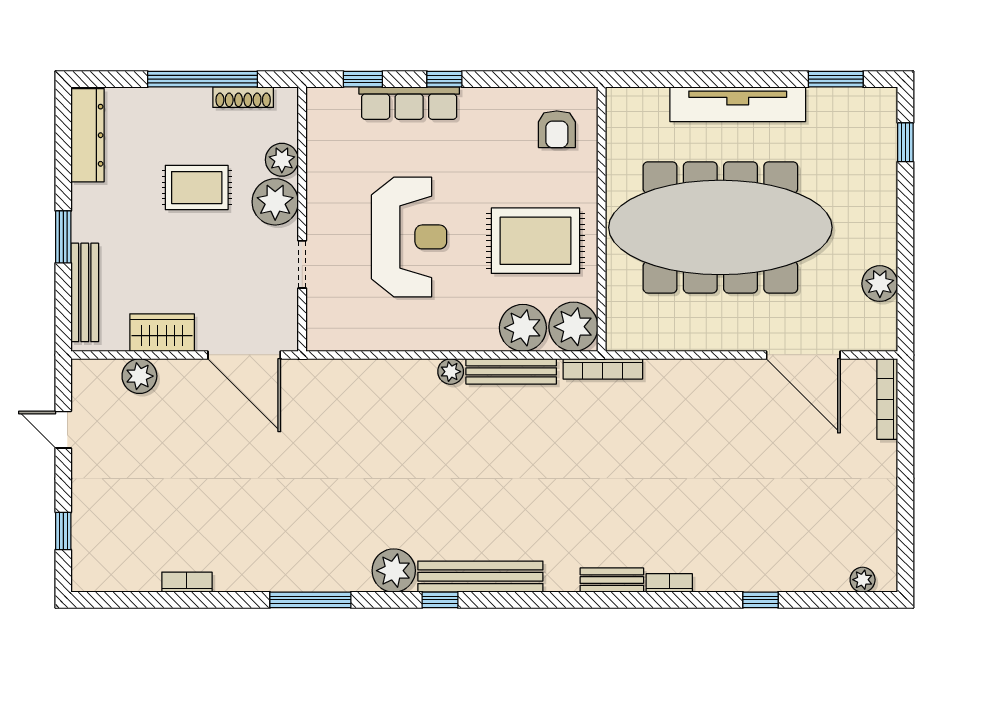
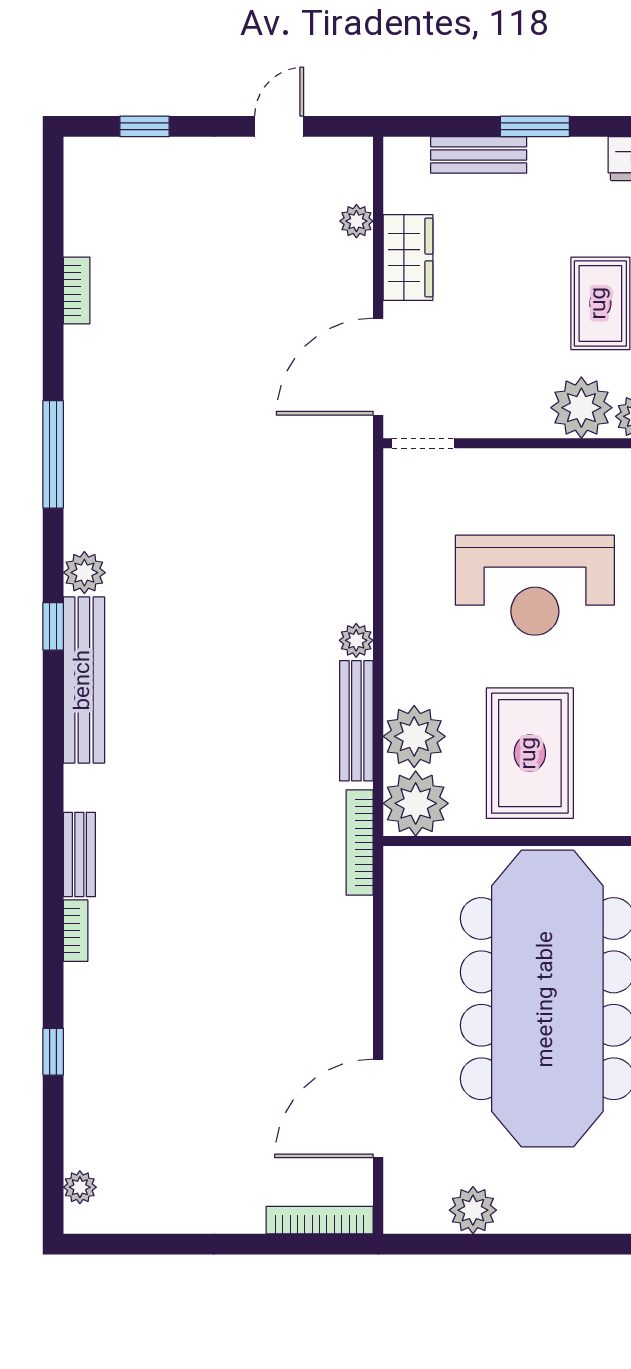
doorway: (302, 264) -> (423, 443), moved
bench: (85, 292) -> (479, 155), width x0.73
plant: (139, 376) -> (356, 221), width x0.73, depth x0.73
plant: (394, 571) -> (84, 573), width x0.73, depth x0.73

